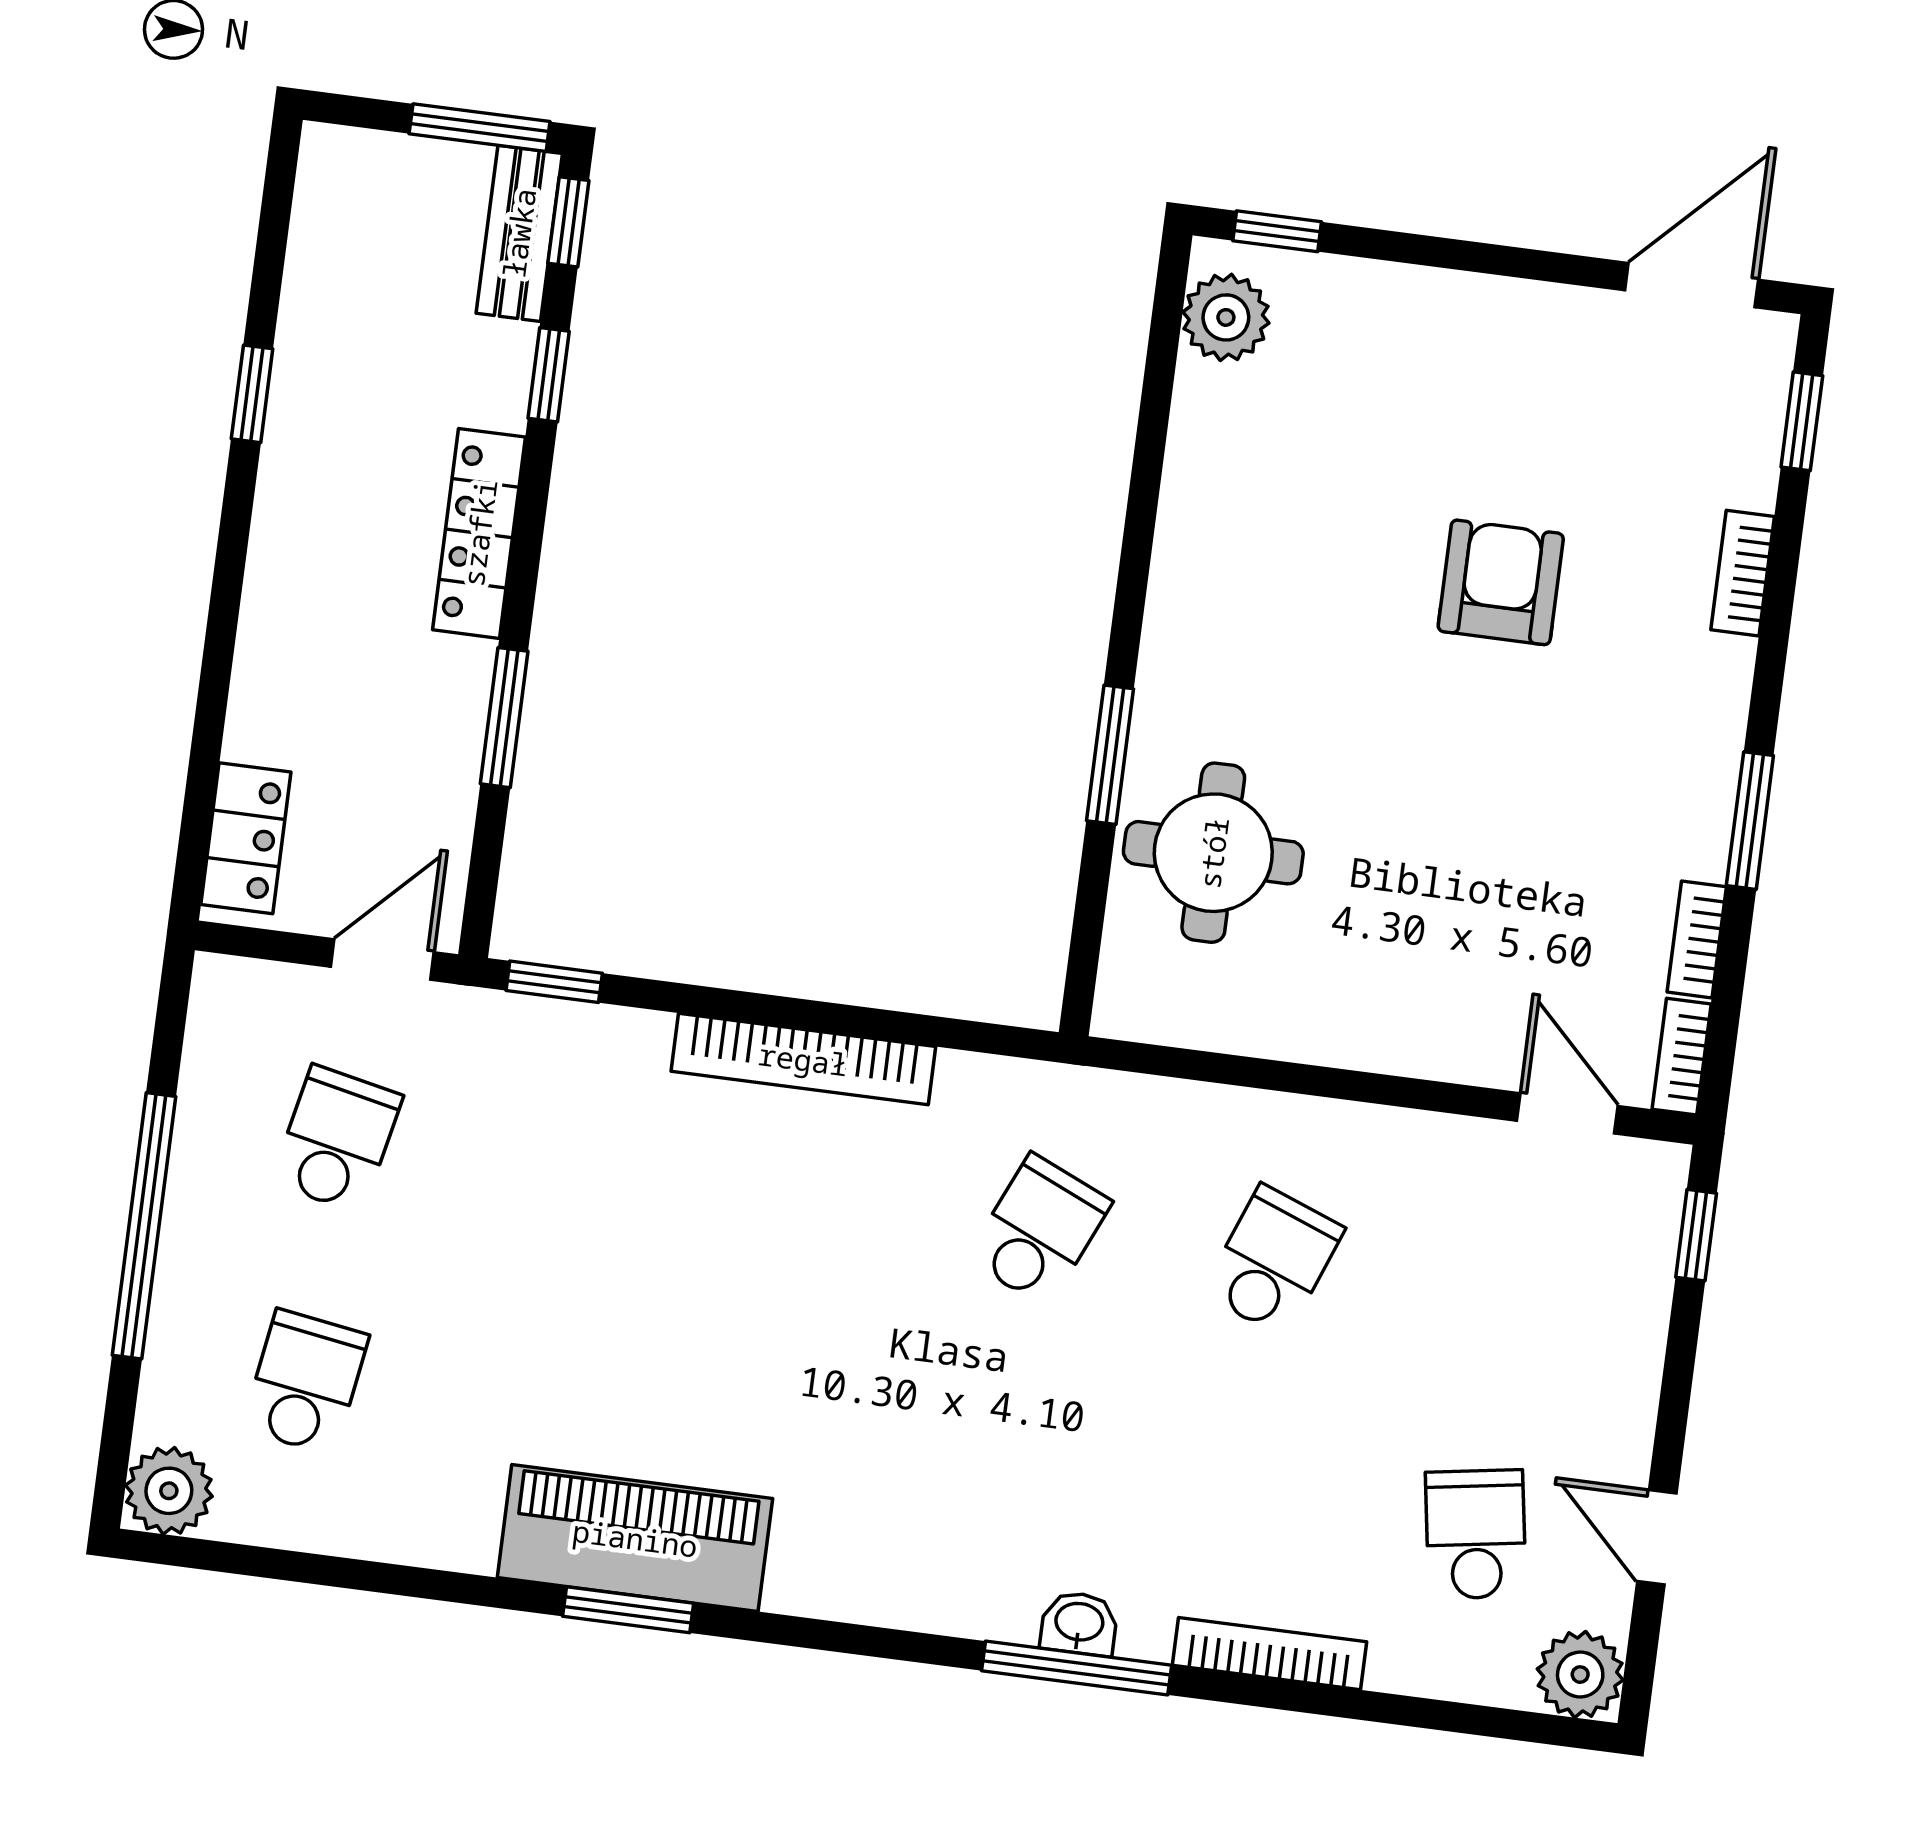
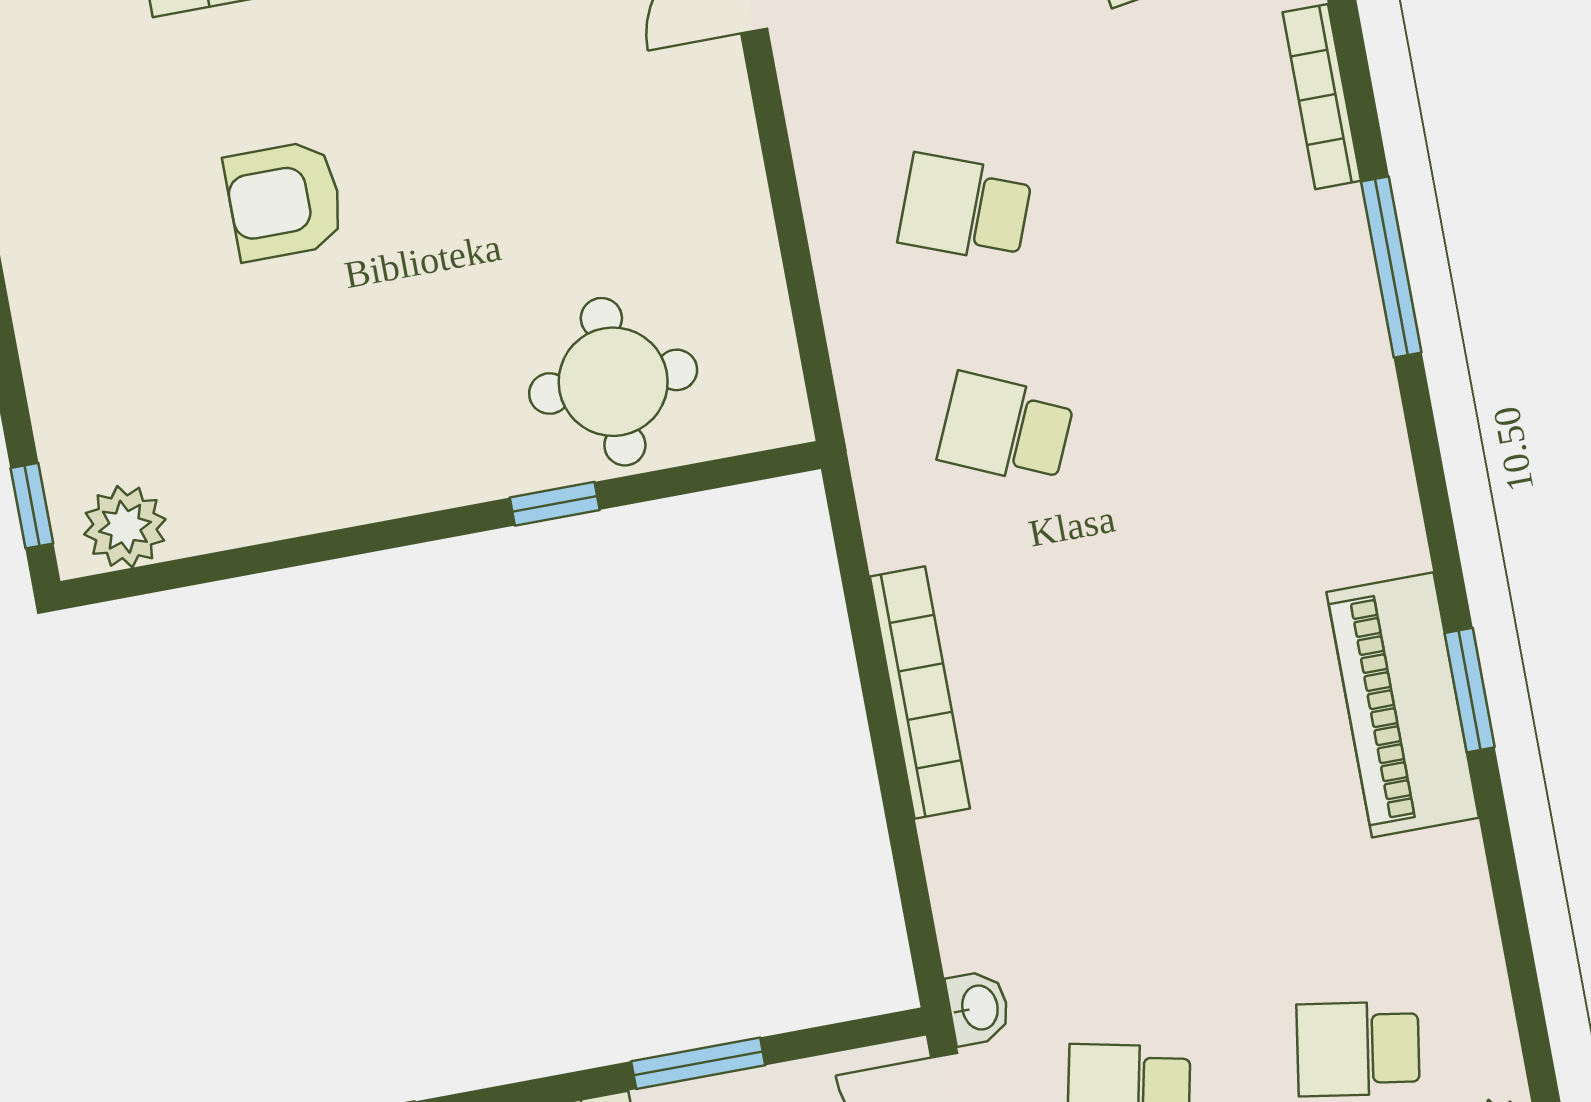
window: (1110, 755) -> (555, 504), width x0.67
window: (554, 982) -> (923, 941), removed
washbasin: (1079, 1623) -> (978, 1008), moved, turned 180

